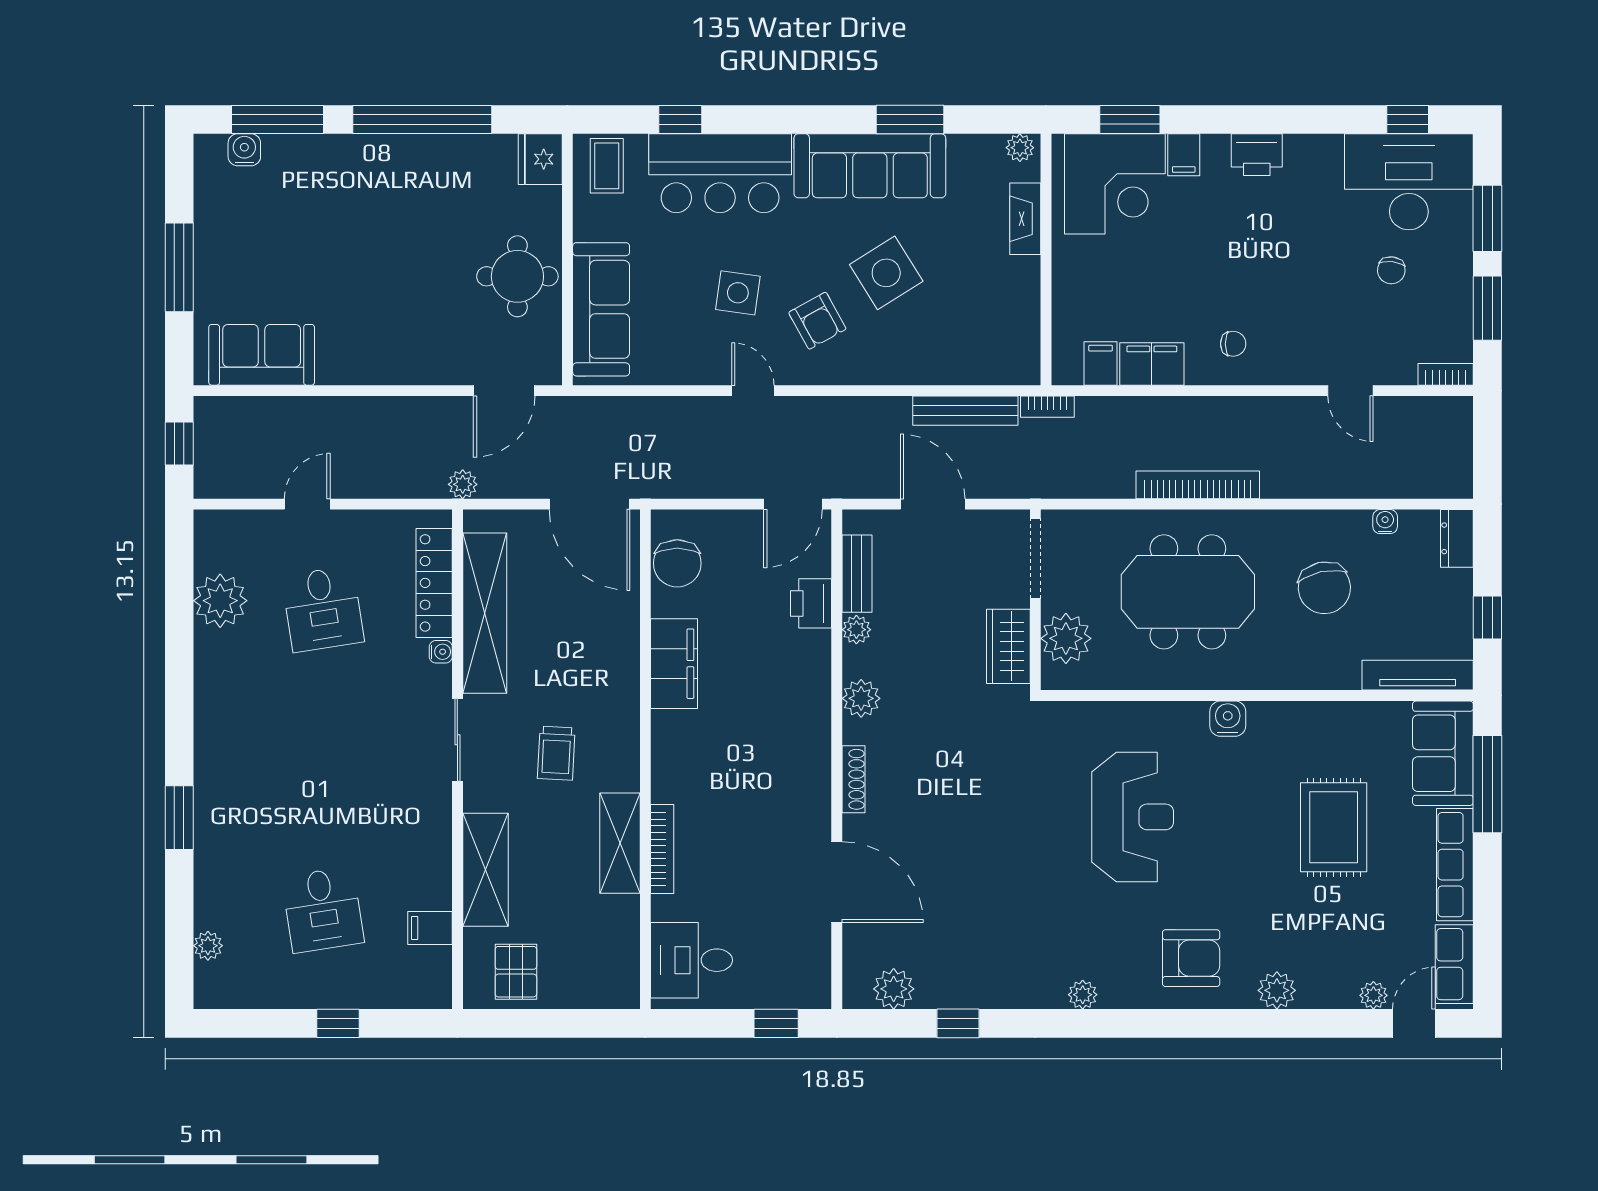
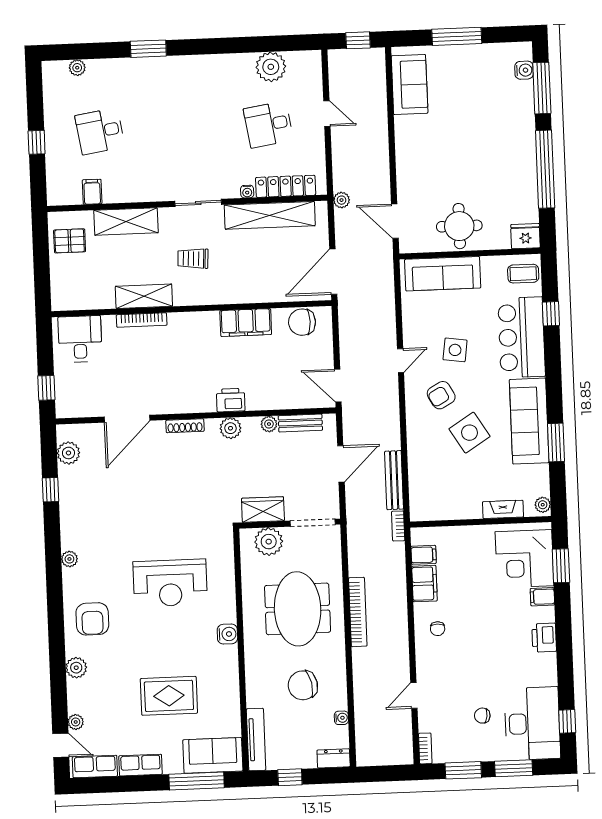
printer: (811, 603) -> (231, 400), moved
row of seats: (1455, 865) -> (141, 765), width x0.68

